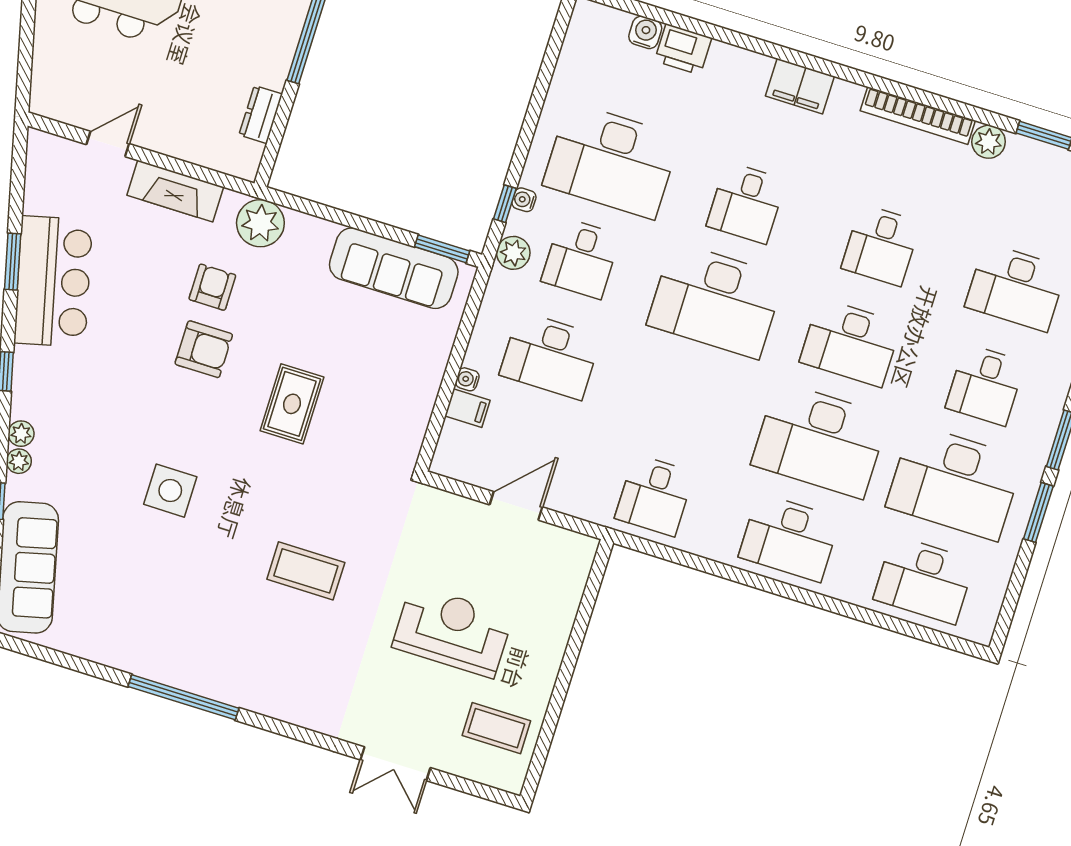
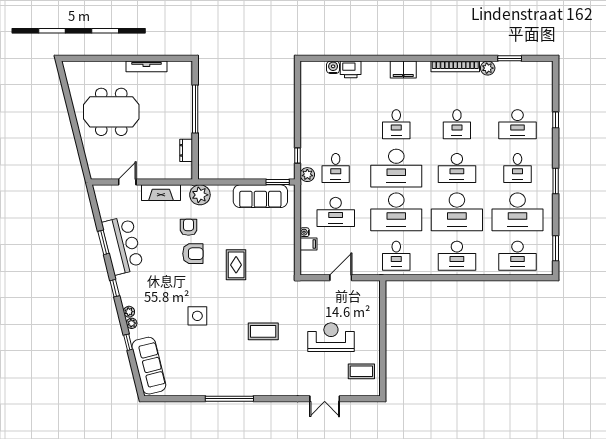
desk: (611, 161) -> (396, 212), moved
water cooler: (524, 200) -> (305, 151), removed
window: (1038, 512) -> (556, 248), moved

